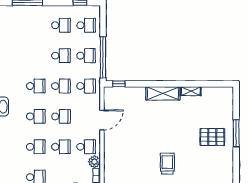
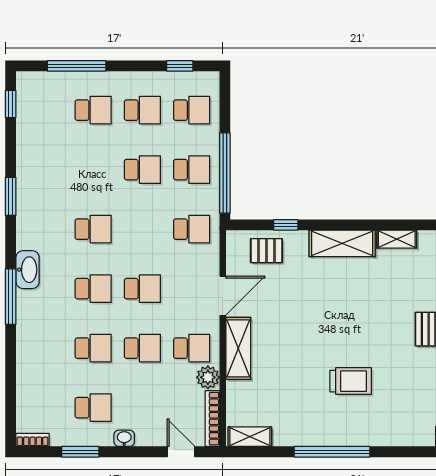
window: (119, 84) -> (286, 225), moved
school desk: (61, 86) -> (93, 110), moved
pallet: (124, 97) -> (266, 251), added
shelving: (110, 147) -> (238, 348), added
trolley: (167, 164) -> (351, 381), turned 90

